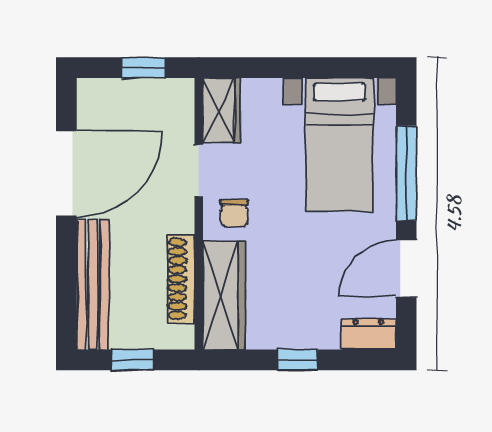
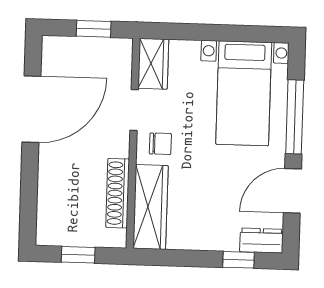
chair: (234, 213) -> (160, 144), turned -90
bench: (93, 284) -> (49, 195), removed
window: (298, 360) -> (239, 260), moved

